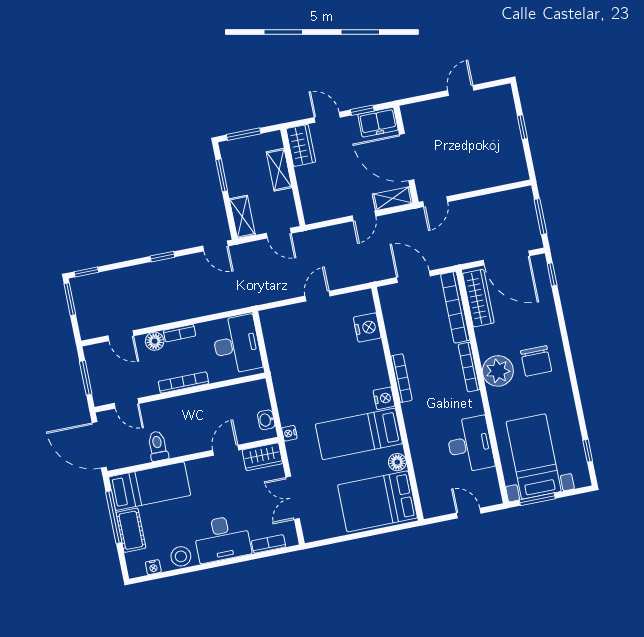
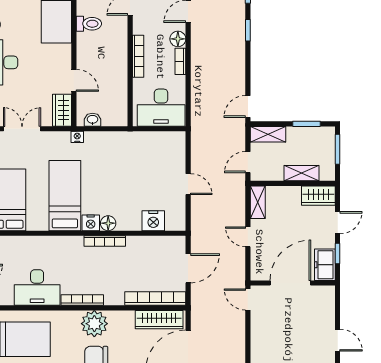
shelving: (393, 199) -> (258, 202), moved
window: (162, 257) -> (248, 30), moved
bookcase: (469, 367) -> (82, 300), moved
floor lamp: (397, 462) -> (108, 223), moved

